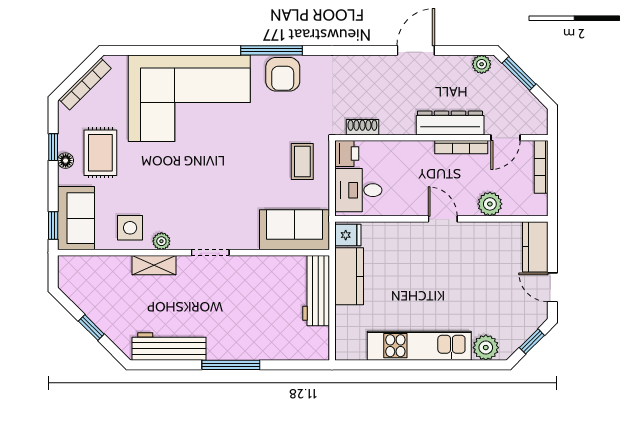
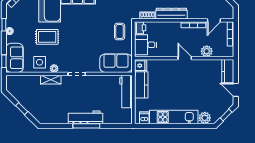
dresser: (450, 123) -> (171, 14), moved
rug: (100, 153) -> (47, 37), moved, turned 90
workbench: (169, 346) -> (86, 117), moved
dishwasher: (356, 348) -> (144, 118), added

